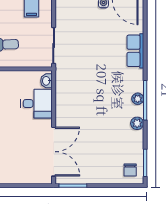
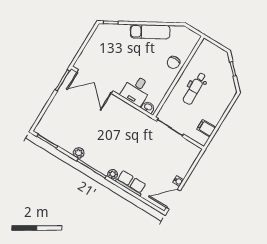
plant: (138, 99) -> (113, 174), moved
chair: (130, 170) -> (49, 128), removed

